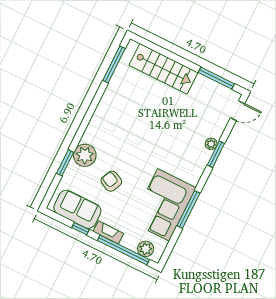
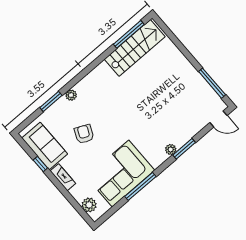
stairs: (164, 69) -> (135, 48), moved, turned -90
plant: (211, 144) -> (171, 149), moved
plant: (85, 155) -> (71, 95), width x0.53, depth x0.53
window: (123, 250) -> (70, 198), removed

